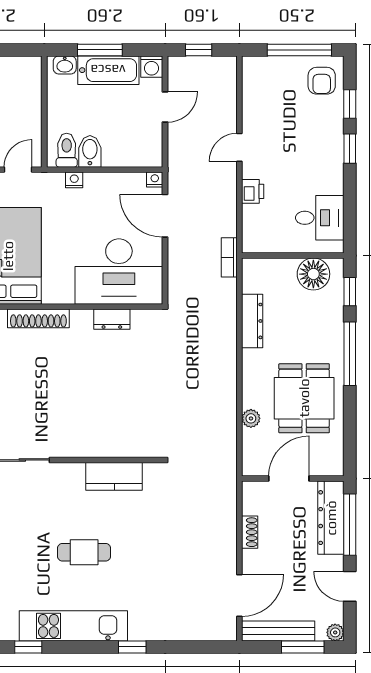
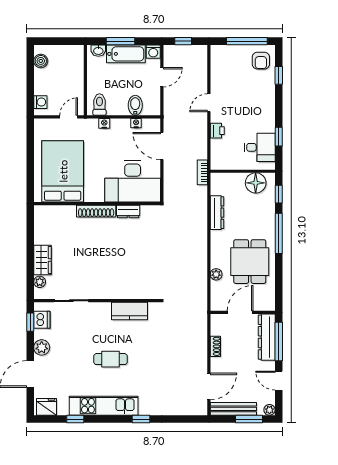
window: (350, 149) -> (279, 137), moved
bidet: (90, 151) -> (135, 105), moved
nightstand: (155, 179) -> (136, 123), moved
shoe rack: (38, 318) -> (96, 211), moved

